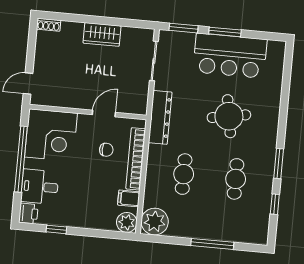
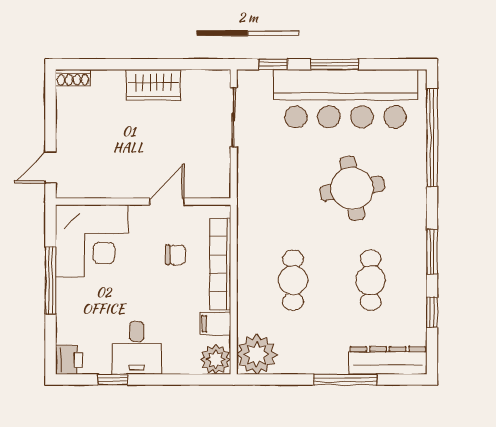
window: (184, 28) -> (273, 64), width x0.67
bar counter: (230, 56) -> (345, 99), width x1.36
window: (286, 87) -> (432, 138), added
dresser: (160, 117) -> (388, 360), moved, turned -90
window: (21, 159) -> (50, 280), width x0.68
desk: (40, 187) -> (137, 348), moved, turned -90

